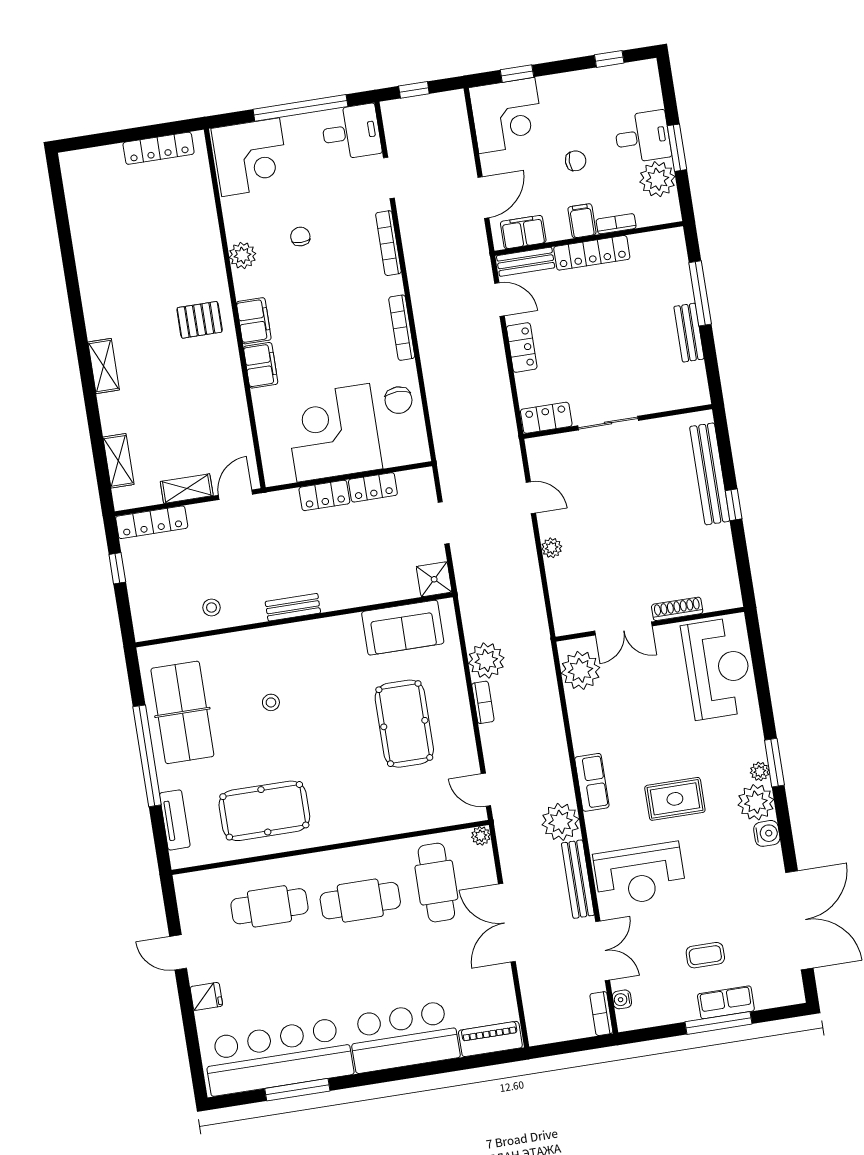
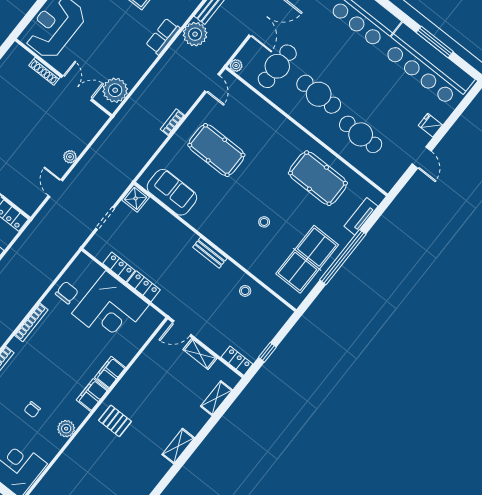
locker: (152, 522) -> (237, 361), width x0.66
plant: (486, 661) -> (151, 139), removed
pool table: (404, 724) -> (216, 150), turned 90

